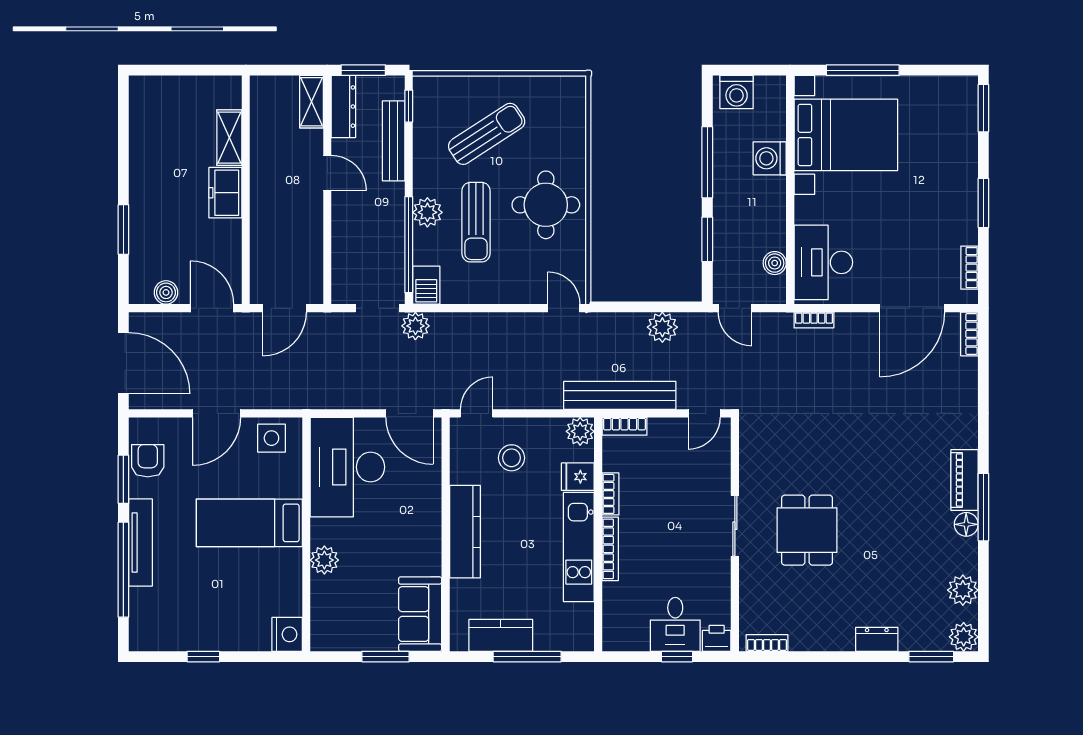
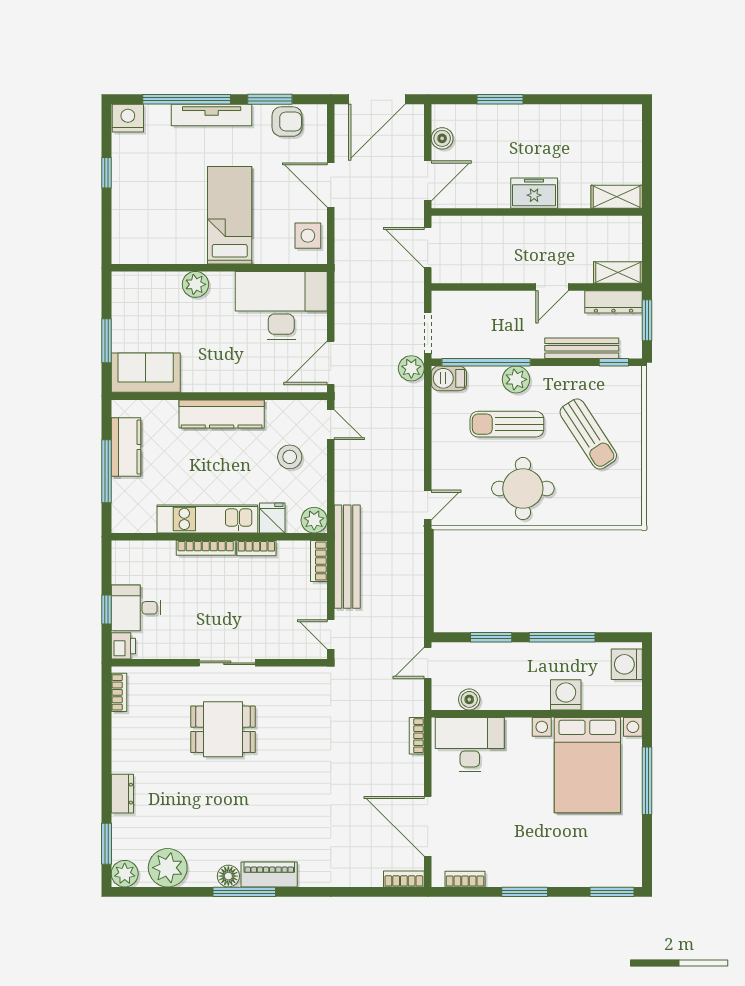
shelving: (229, 138) -> (617, 197), moved
plant: (662, 327) -> (410, 596), removed
plant: (963, 590) -> (168, 868), width x1.36, depth x1.36
nightstand: (287, 634) -> (128, 118), moved, turned 180

